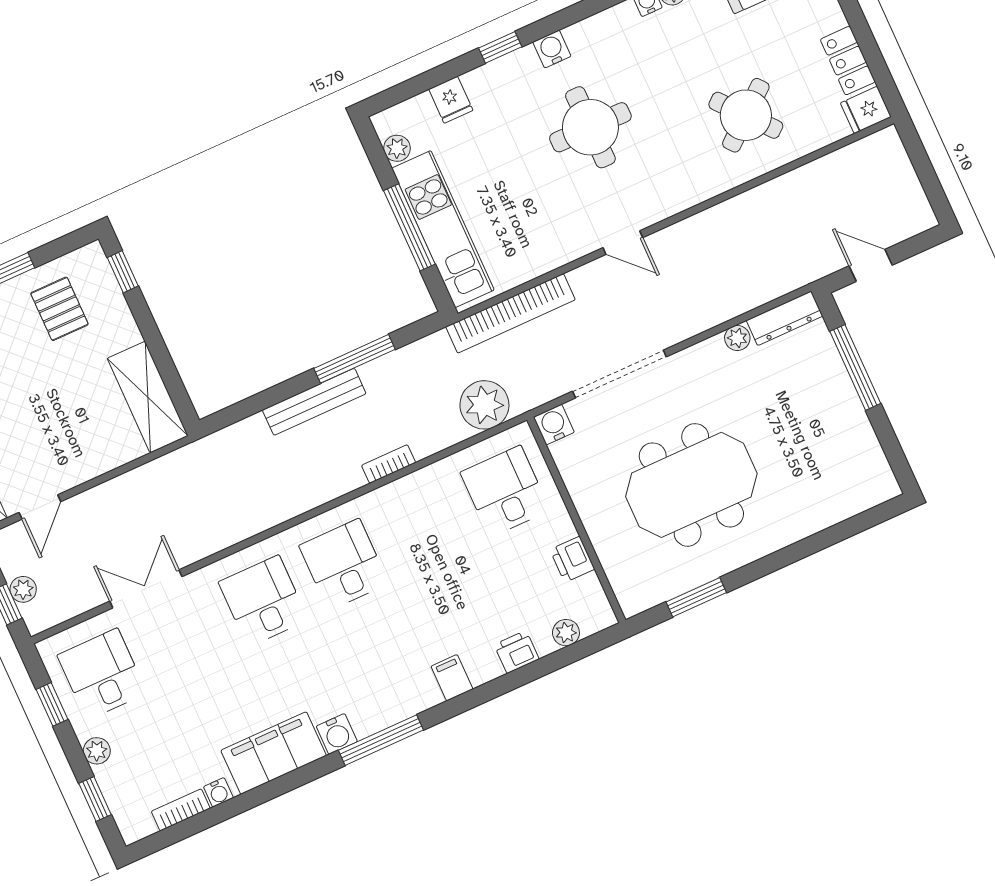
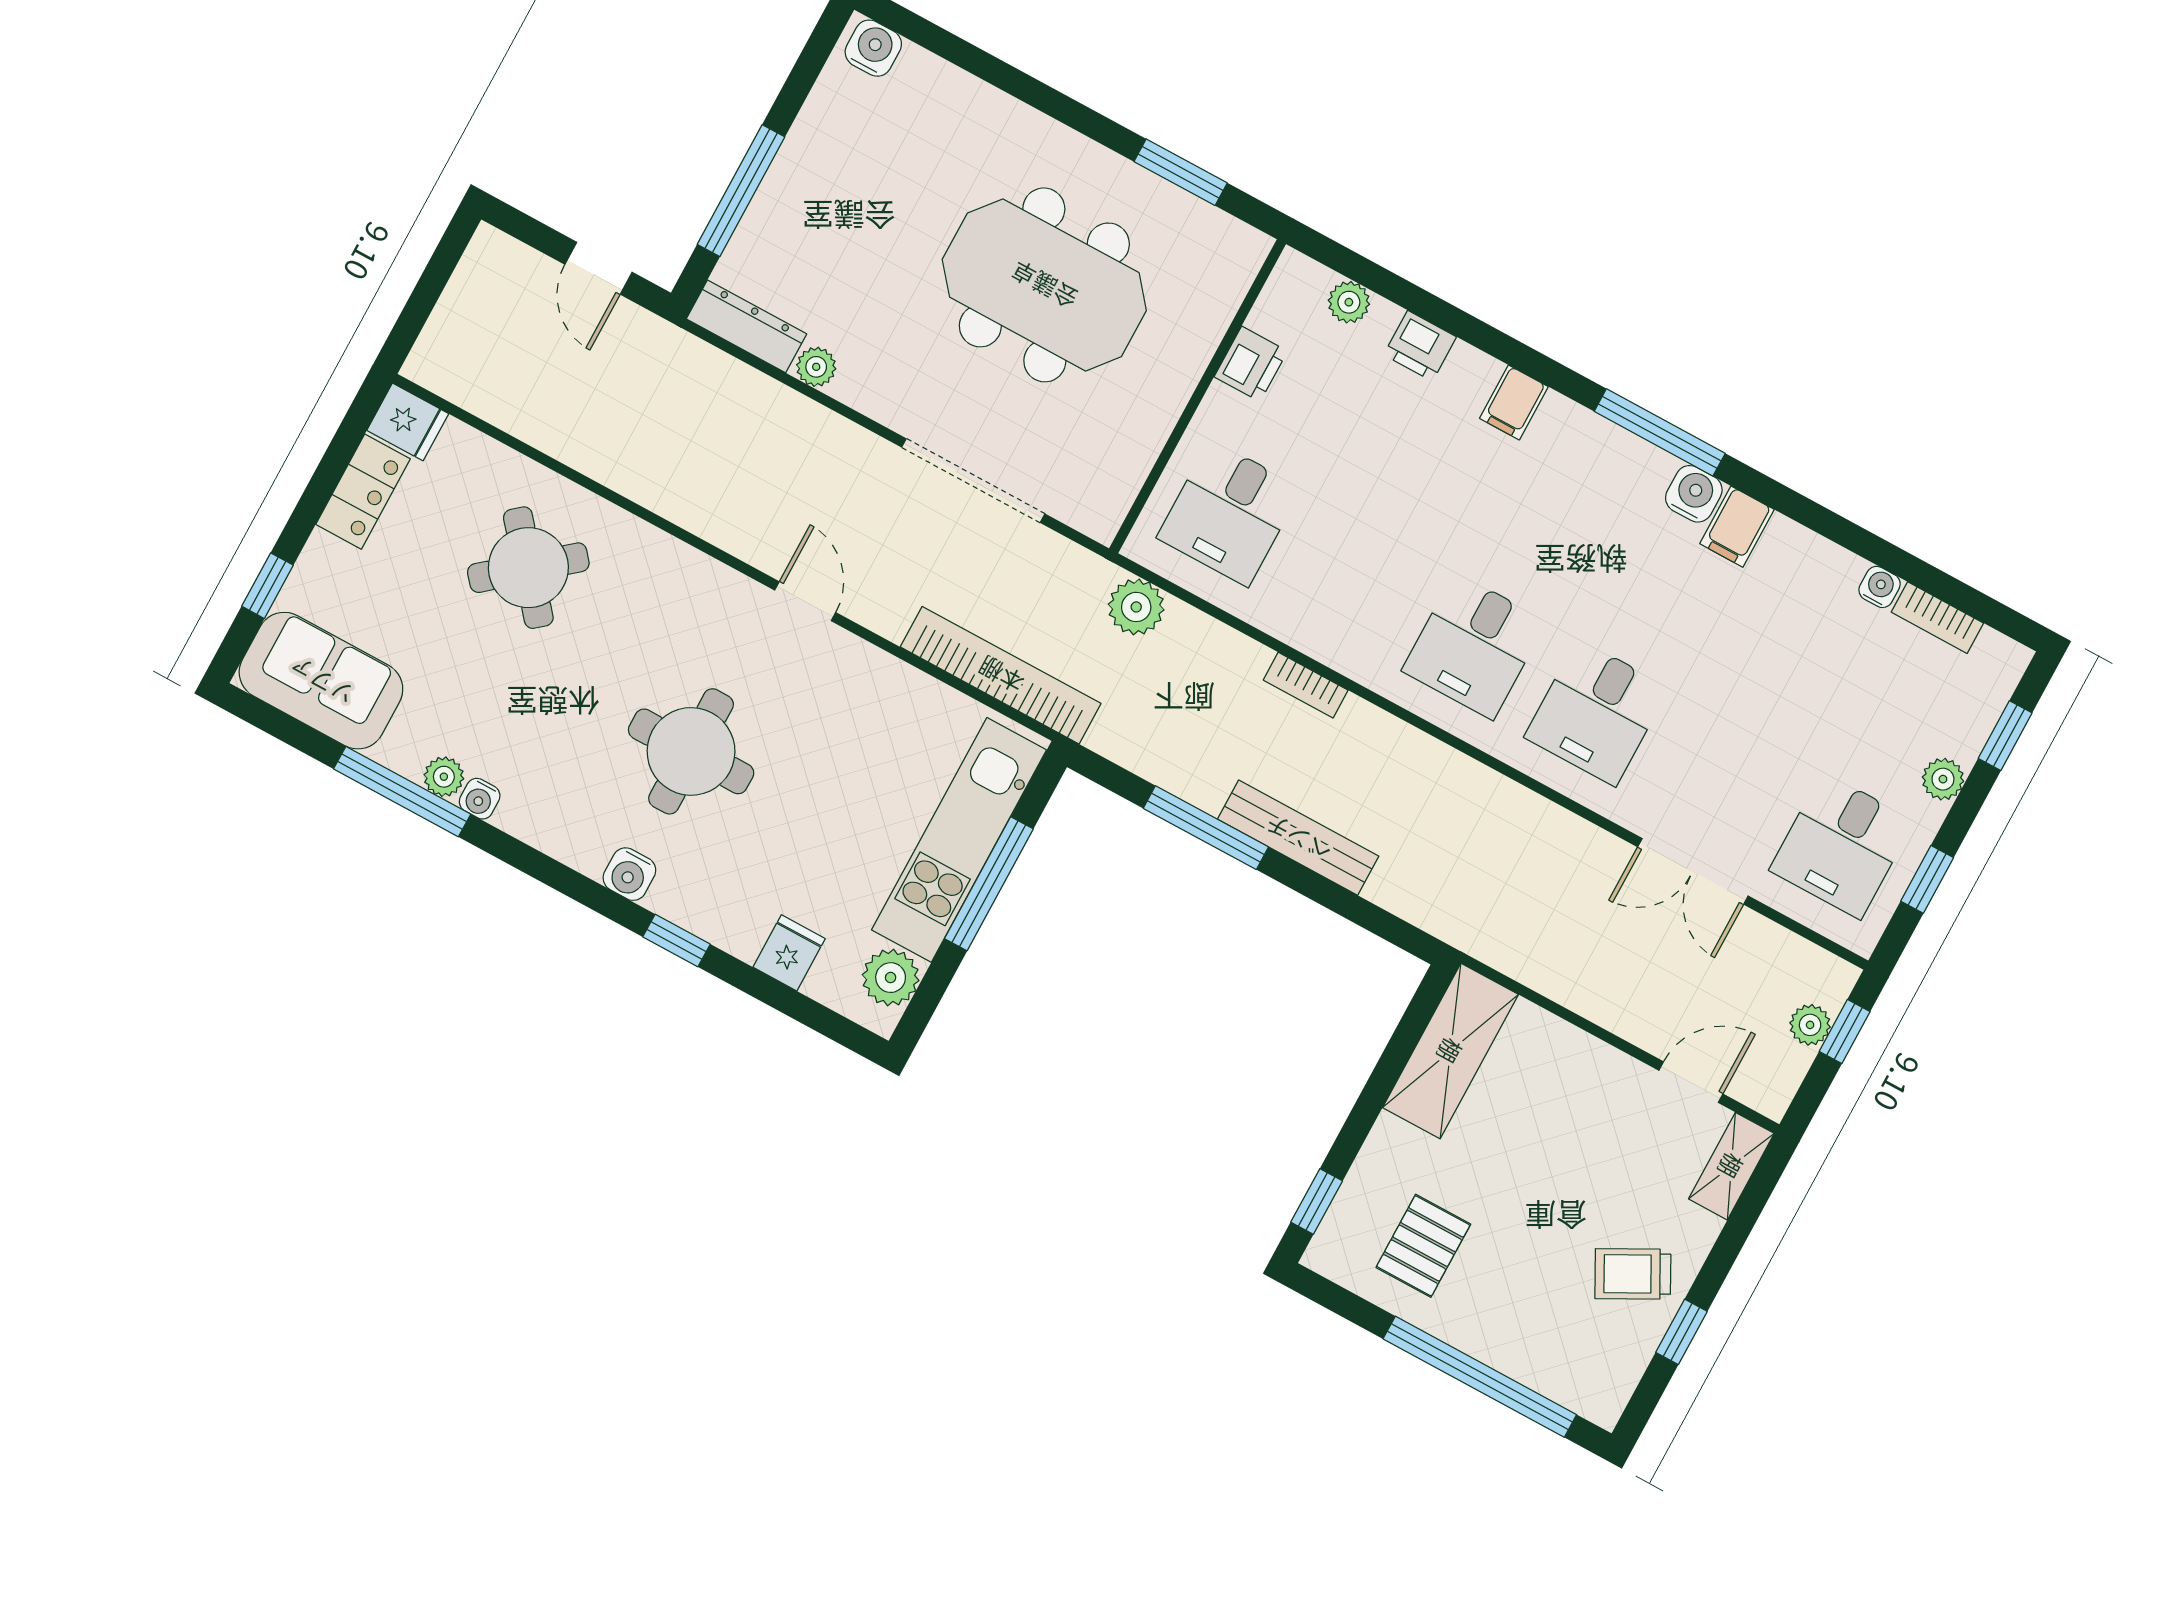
plant: (397, 148) -> (891, 978), width x1.38, depth x1.38
plant: (484, 405) -> (1136, 607), width x0.73, depth x0.73
water cooler: (554, 425) -> (873, 48), moved, turned 180
filing cabinet: (274, 753) -> (1737, 527), width x0.33, depth x0.86

